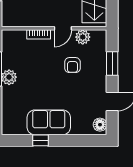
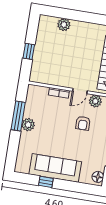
sofa: (49, 122) -> (55, 168), width x1.36

